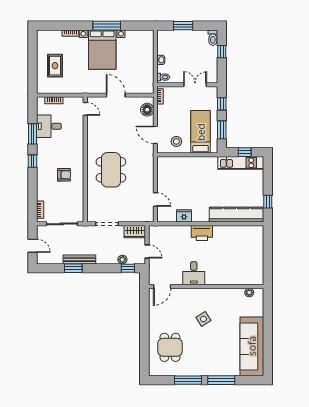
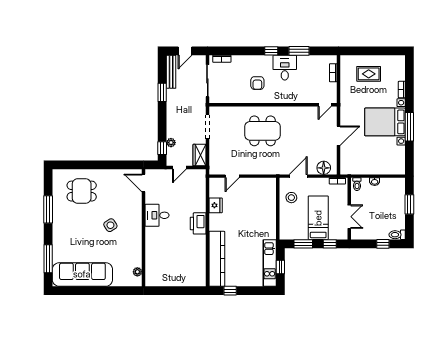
desk: (49, 126) -> (285, 68), moved
bed: (201, 132) -> (318, 218), moved, turned -90
bench: (79, 259) -> (171, 72), moved
window: (221, 380) -> (48, 259), moved

